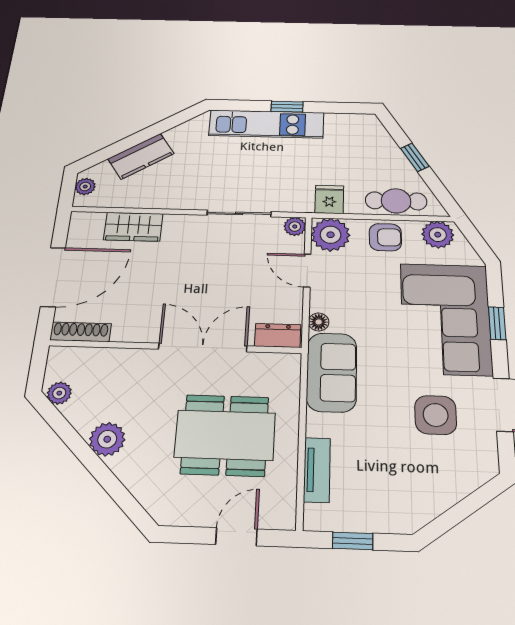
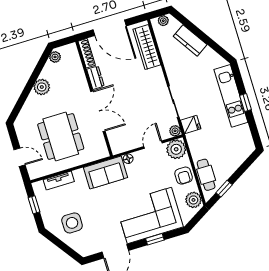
window: (415, 157) -> (224, 189), moved
fridge: (329, 199) -> (191, 125), moved
wardrobe: (133, 227) -> (147, 47), width x1.50
dresser: (278, 335) -> (95, 78), moved
side table: (436, 415) -> (72, 223), moved

